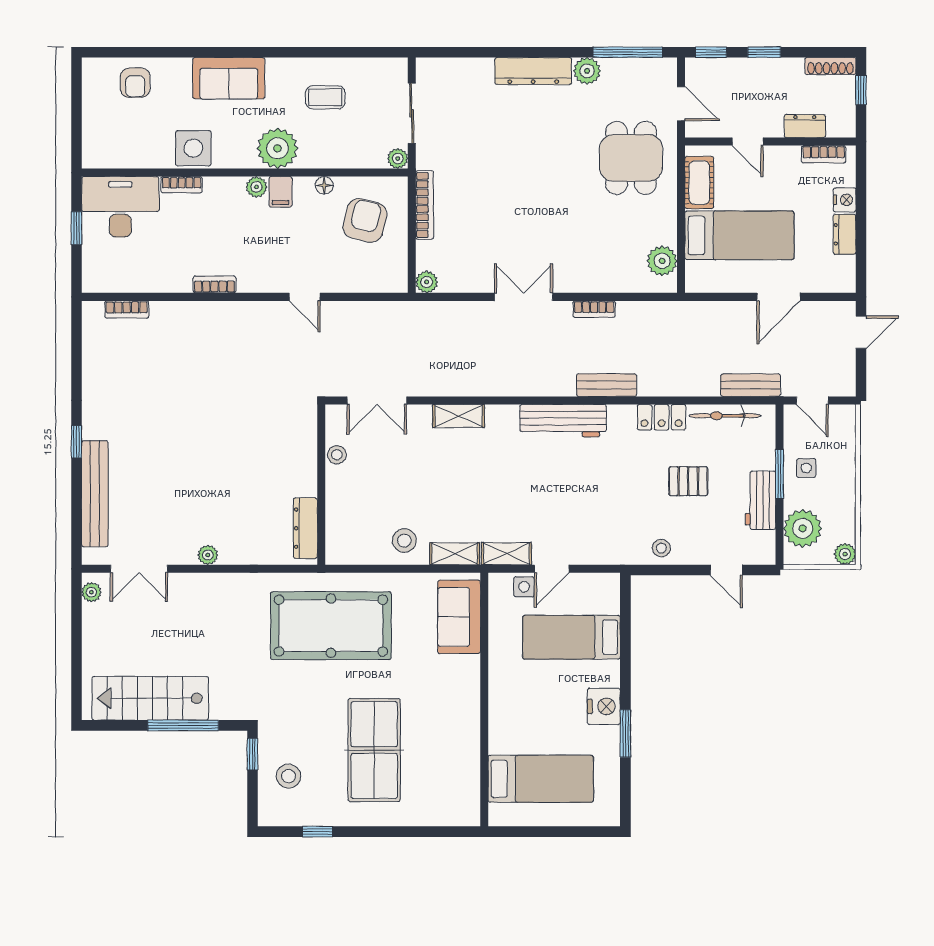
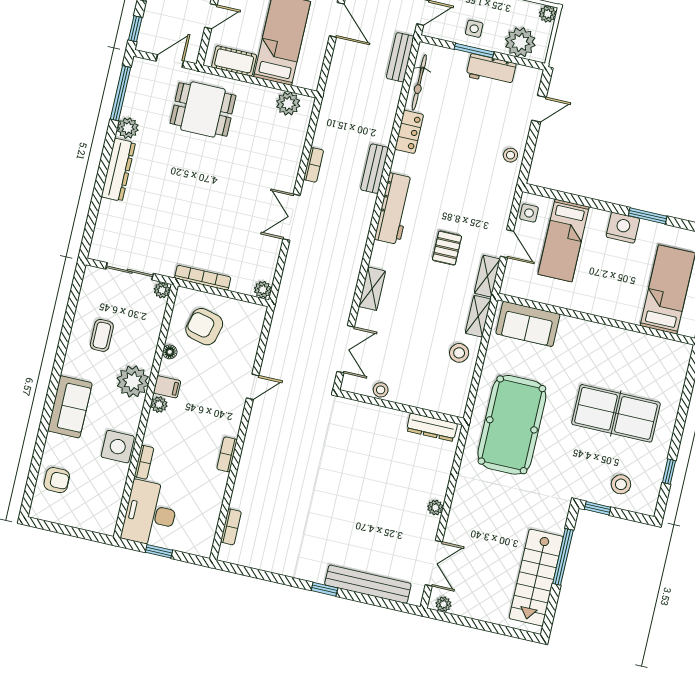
pallet: (688, 481) -> (447, 248), moved
side table: (524, 587) -> (529, 213), moved

